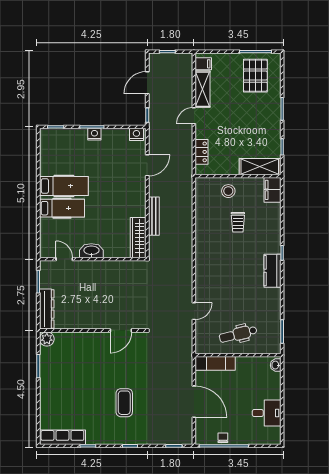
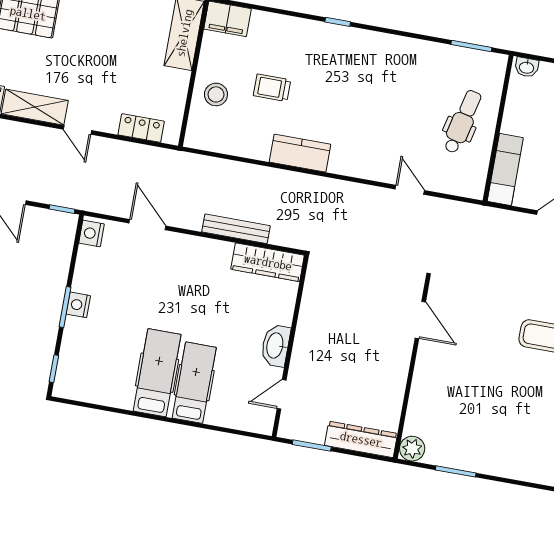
trolley: (238, 222) -> (272, 88), turned 180
kitchen counter: (273, 271) -> (300, 153), moved, turned 180
dental chair: (238, 334) -> (462, 122), turned -153

